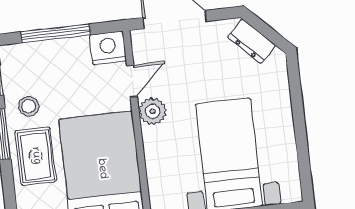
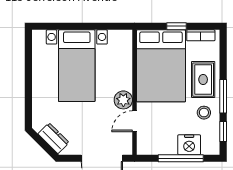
nightstand: (108, 48) -> (189, 145), moved

